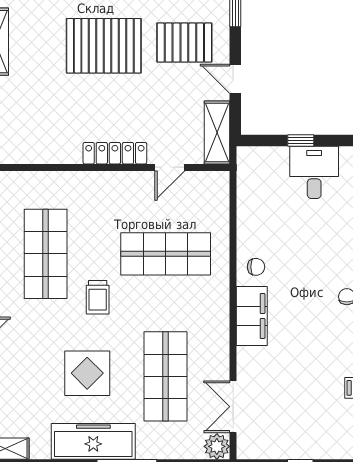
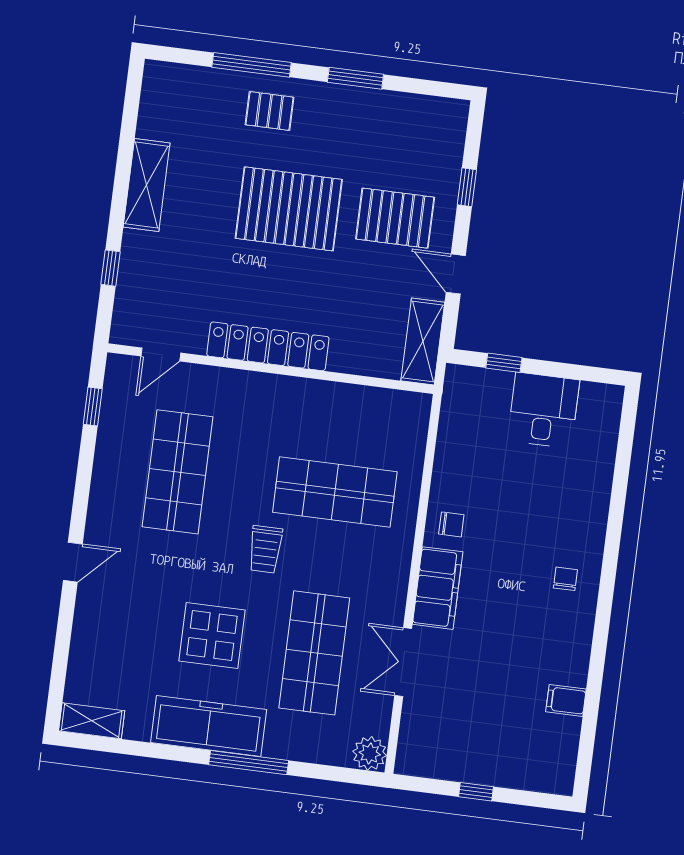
window: (301, 141) -> (504, 363), moved
locker: (115, 153) -> (268, 346), width x1.41, depth x1.21
door: (170, 167) -> (161, 355), moved
trolley: (98, 297) -> (265, 549), moved
double door: (233, 407) -> (403, 662), moved

